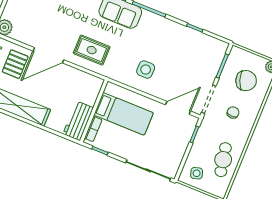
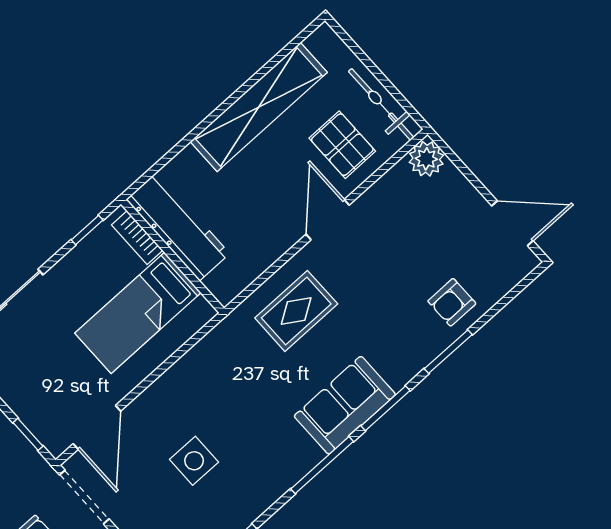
door: (48, 55) -> (328, 220), width x0.73
side table: (146, 70) -> (194, 461), moved
workbench: (78, 121) -> (178, 227), width x1.38

